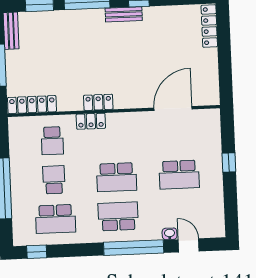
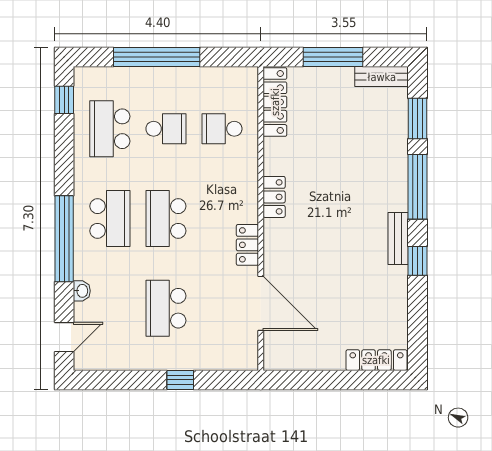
locker: (91, 121) -> (247, 245), moved
door: (189, 245) -> (64, 337), moved

